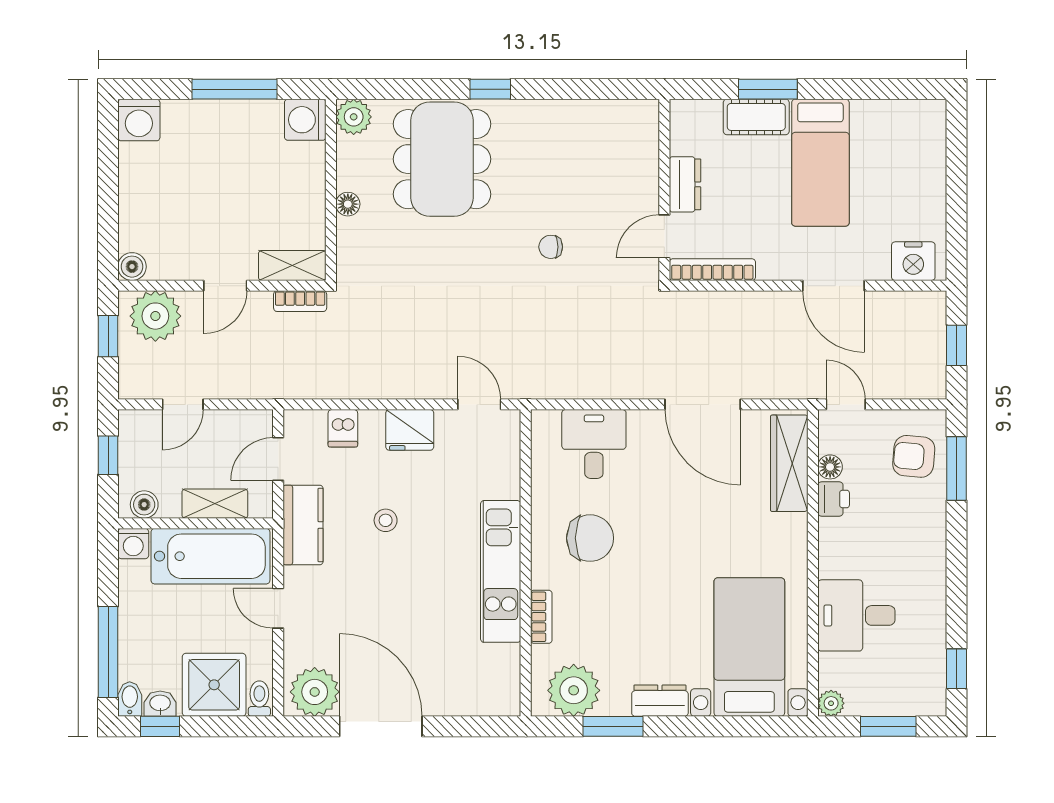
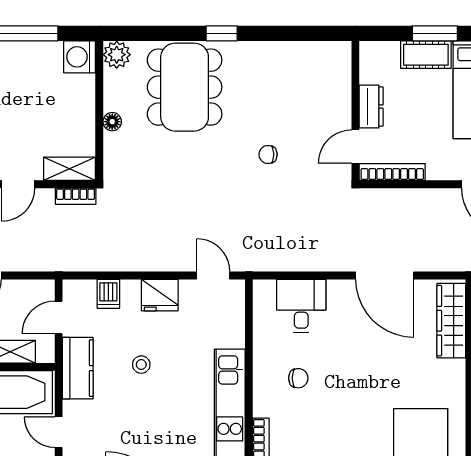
chair: (590, 538) -> (298, 378), width x0.54, depth x0.54

